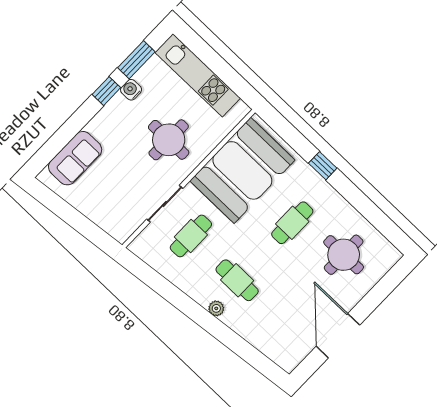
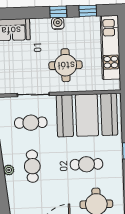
window: (136, 60) -> (88, 11), width x0.67
water cooler: (131, 90) -> (58, 23), moved

